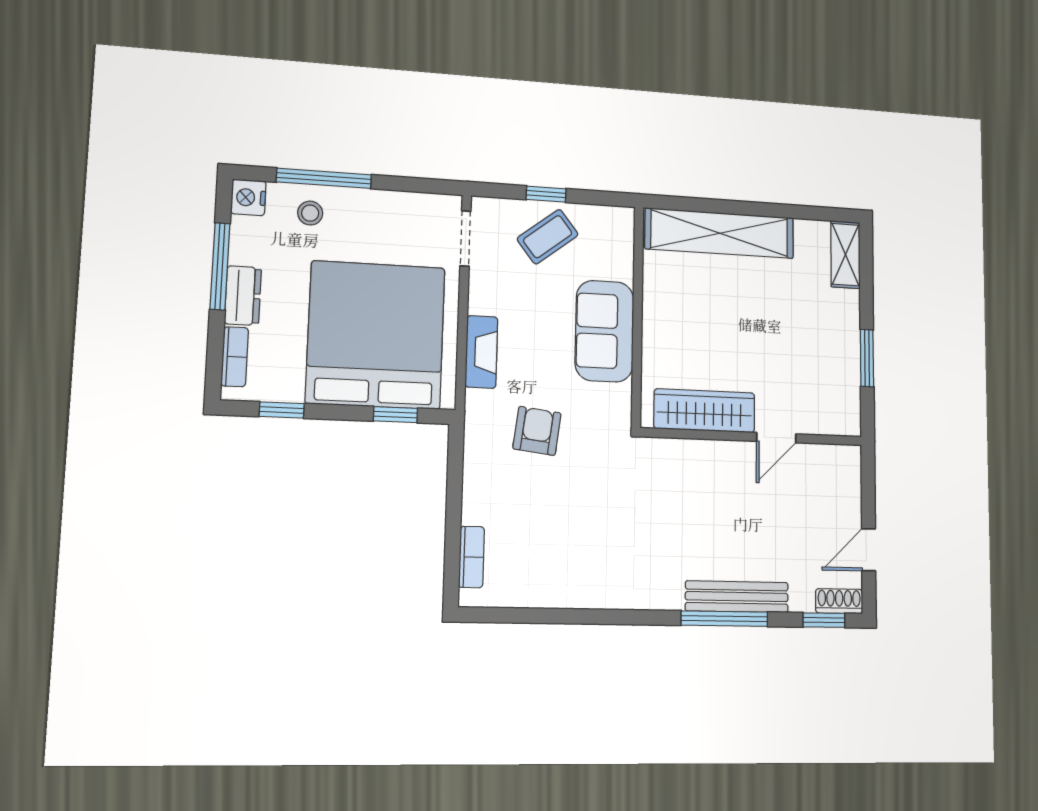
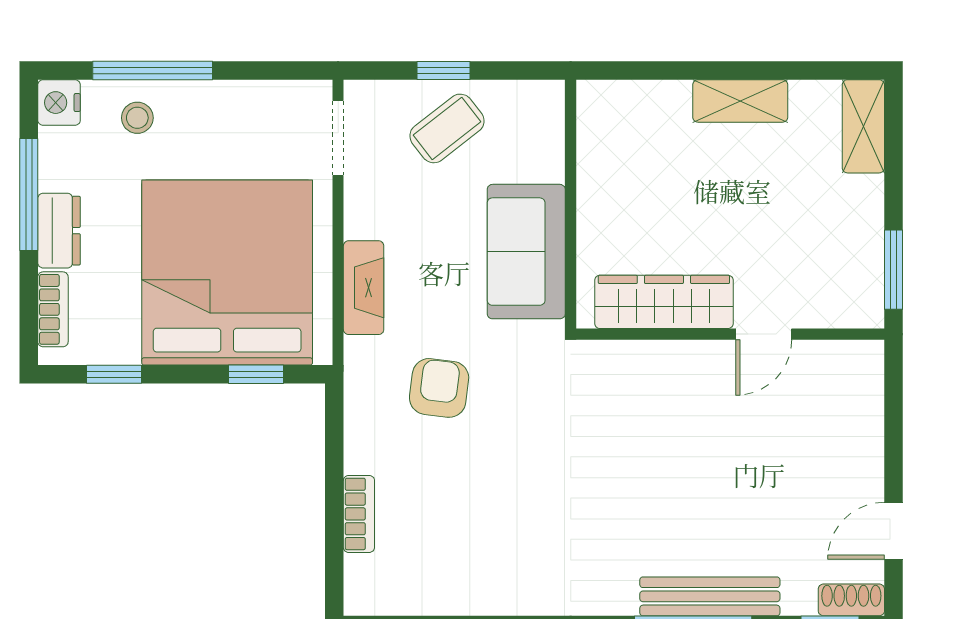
shelving: (720, 233) -> (740, 101), width x0.45, depth x0.75
wardrobe: (705, 411) -> (664, 302), moved
wall: (752, 437) -> (730, 334), moved
door: (776, 438) -> (764, 334), moved
bookcase: (471, 557) -> (359, 514), moved

